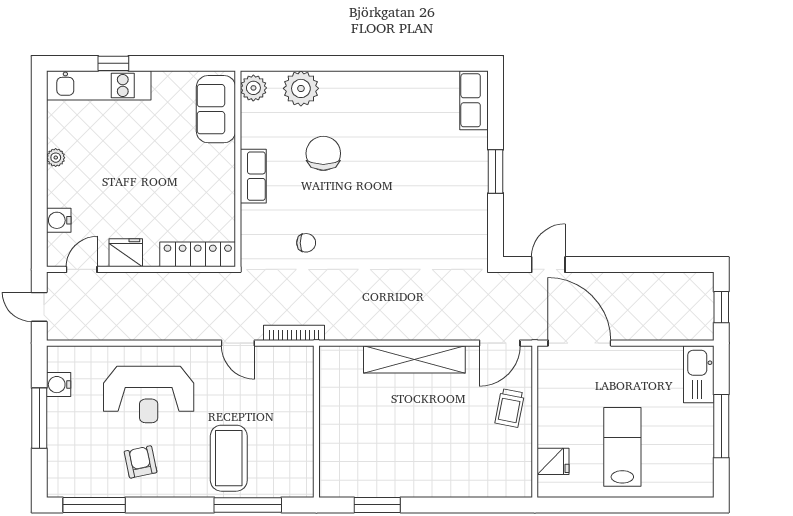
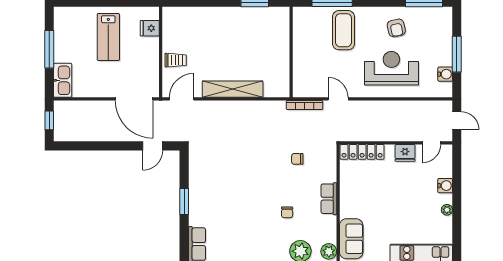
chair: (323, 153) -> (287, 212), width x0.54, depth x0.54
water cooler: (59, 220) -> (445, 186), moved
trolley: (510, 408) -> (176, 60), turned 79

